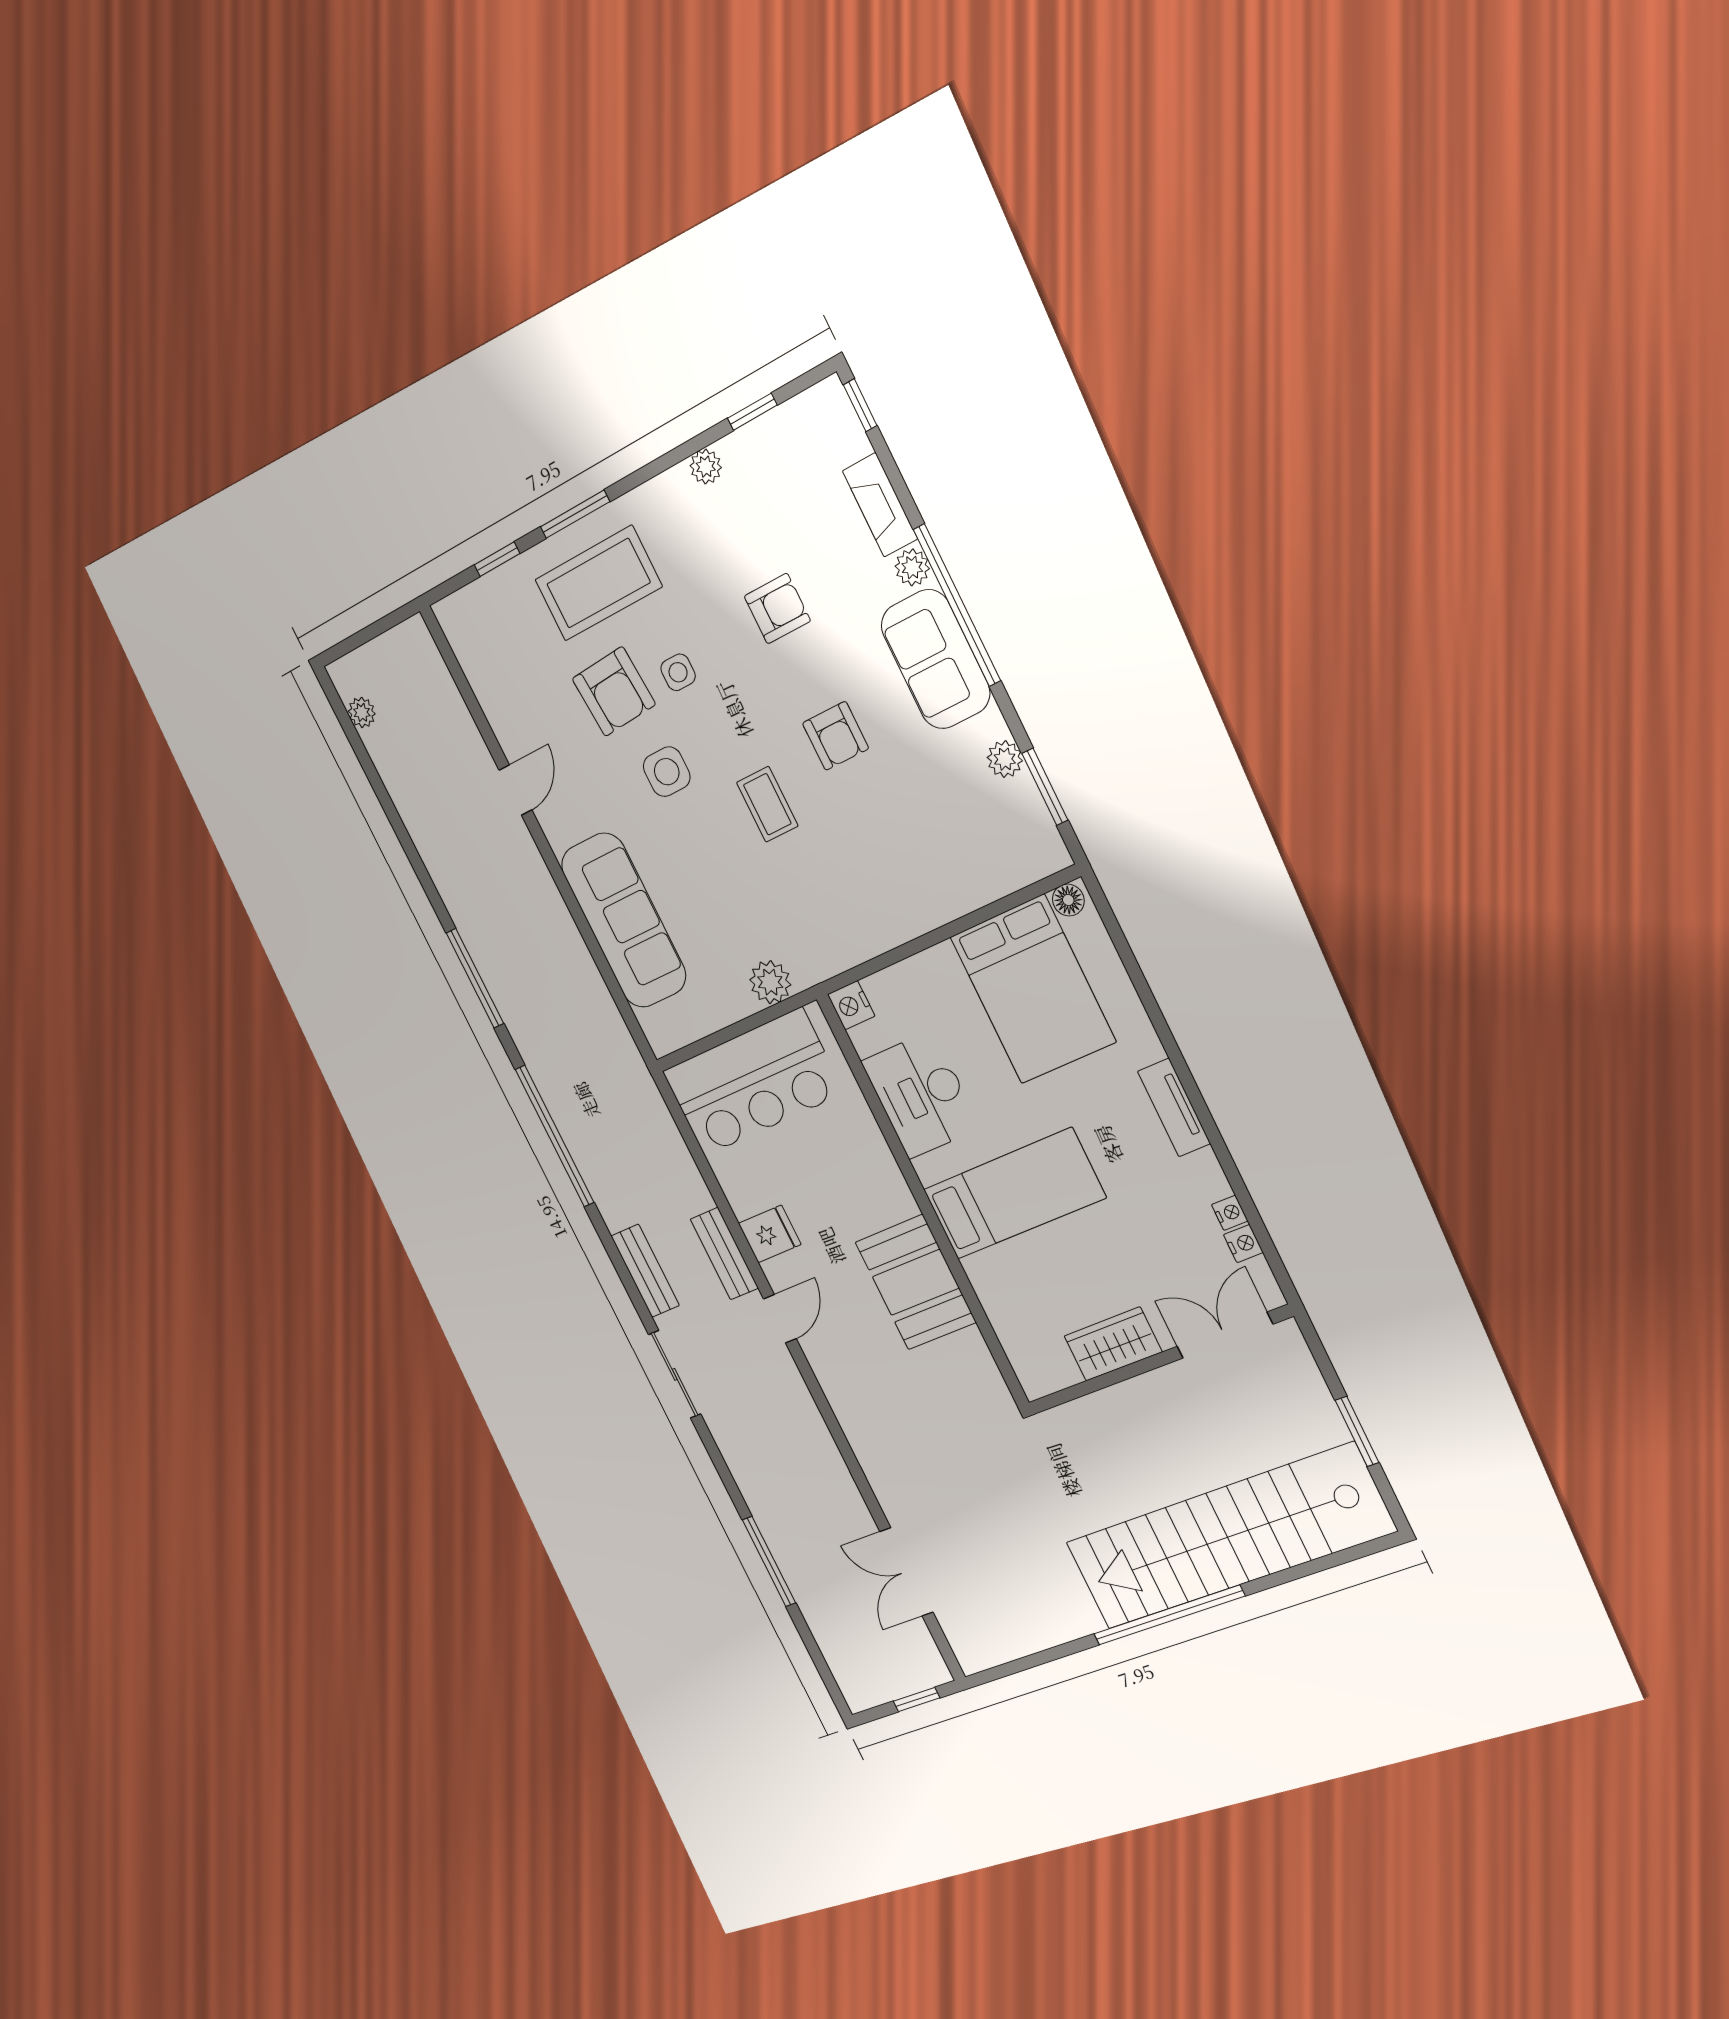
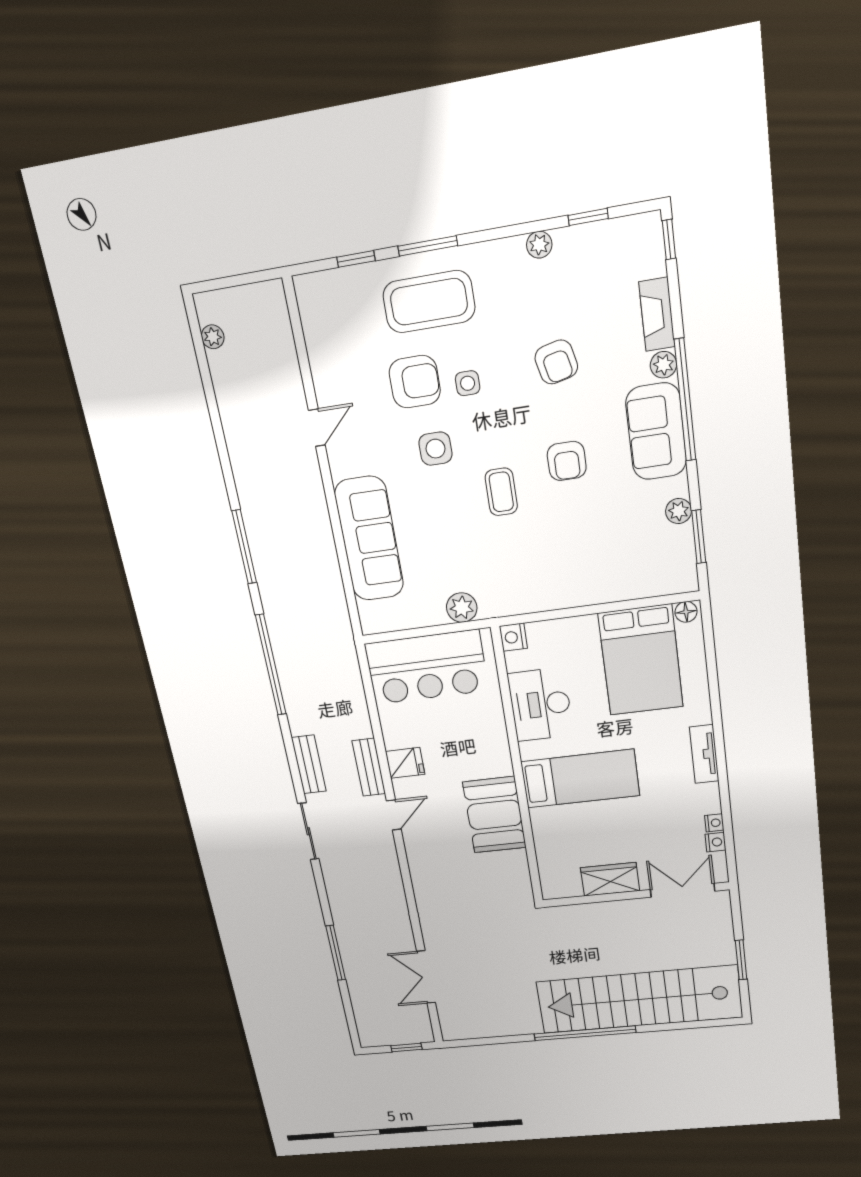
armchair: (777, 609) -> (556, 362), turned 77
armchair: (614, 692) -> (415, 382), turned -86

